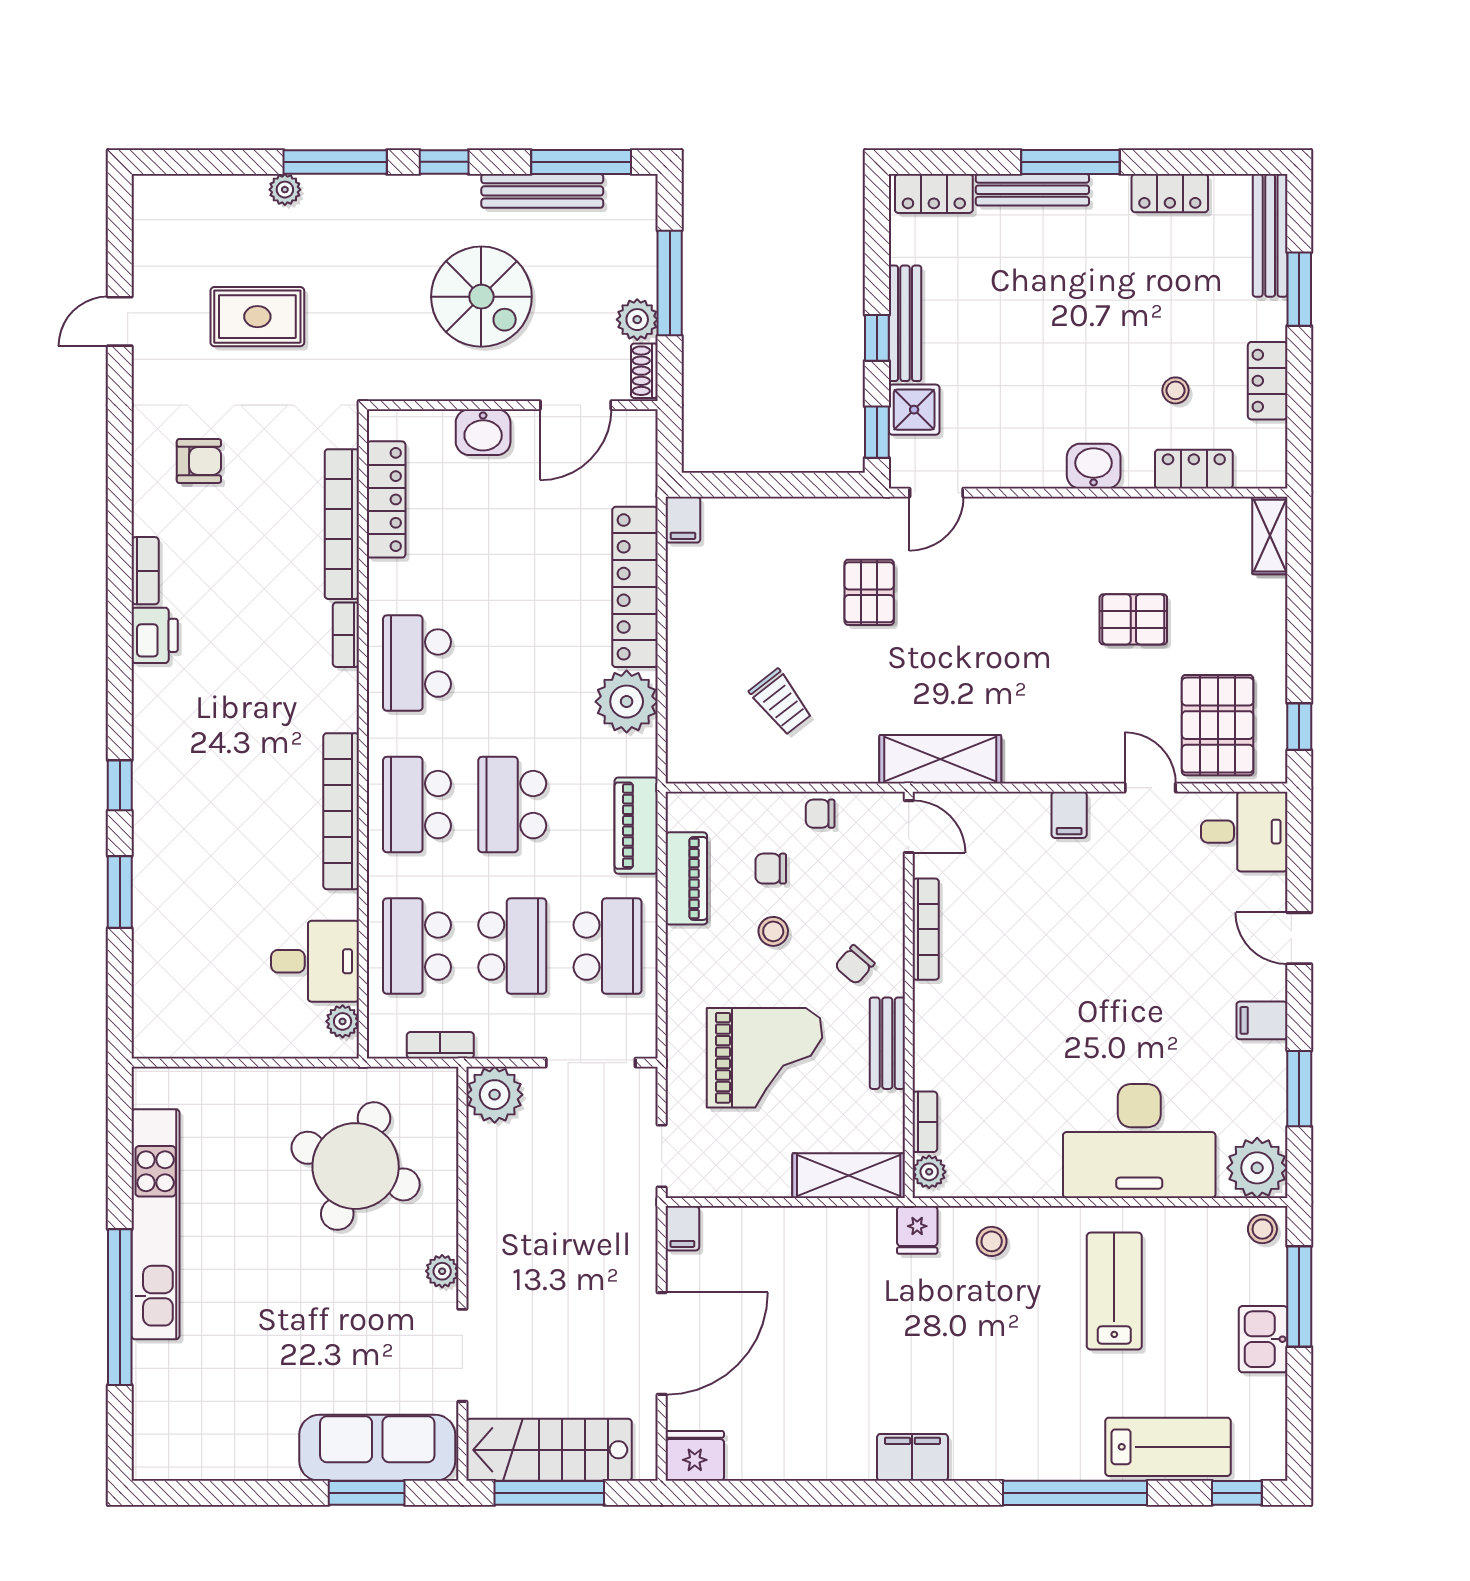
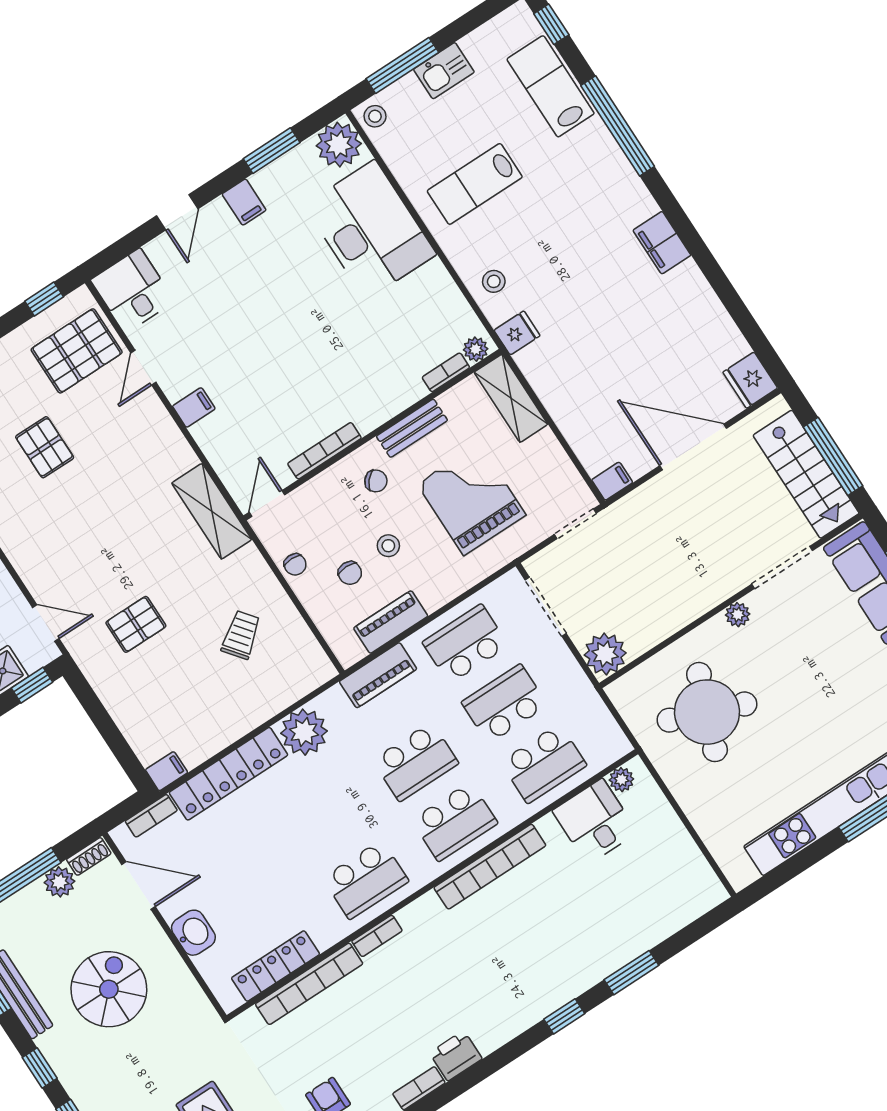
bookcase: (440, 1045) -> (151, 816), moved, turned -90

